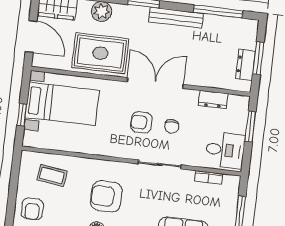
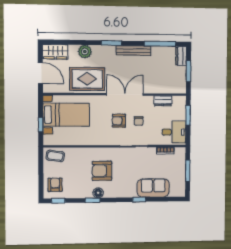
dresser: (246, 65) -> (181, 56), moved
coffee table: (52, 175) -> (55, 156), moved
armchair: (32, 209) -> (55, 185), turned 180

